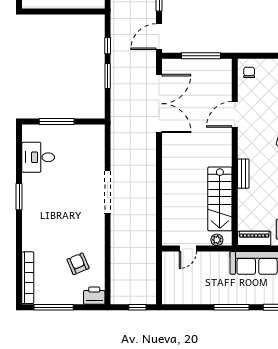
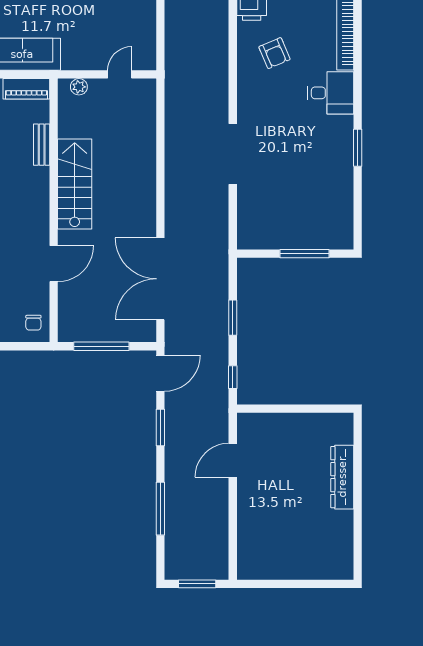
window: (108, 46) -> (233, 377), moved
desk: (38, 157) -> (331, 93), moved
bench: (243, 174) -> (42, 145), moved
stairs: (220, 199) -> (75, 184), moved

